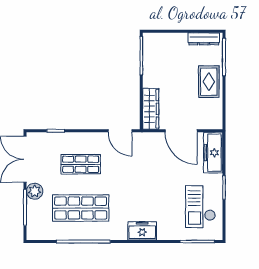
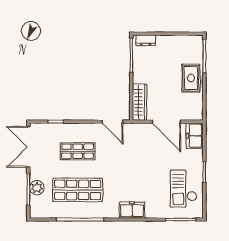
dresser: (204, 39) -> (146, 40), moved, width x0.70
freezer: (213, 153) -> (195, 136), width x0.71
plant: (35, 191) -> (37, 188), moved

